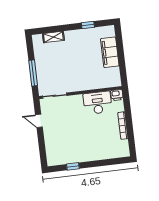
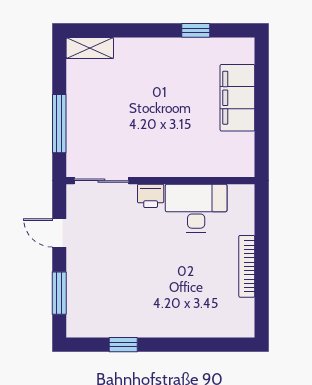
shelving: (53, 37) -> (90, 48), moved
printer: (117, 95) -> (151, 196), moved
window: (42, 147) -> (59, 293), added

